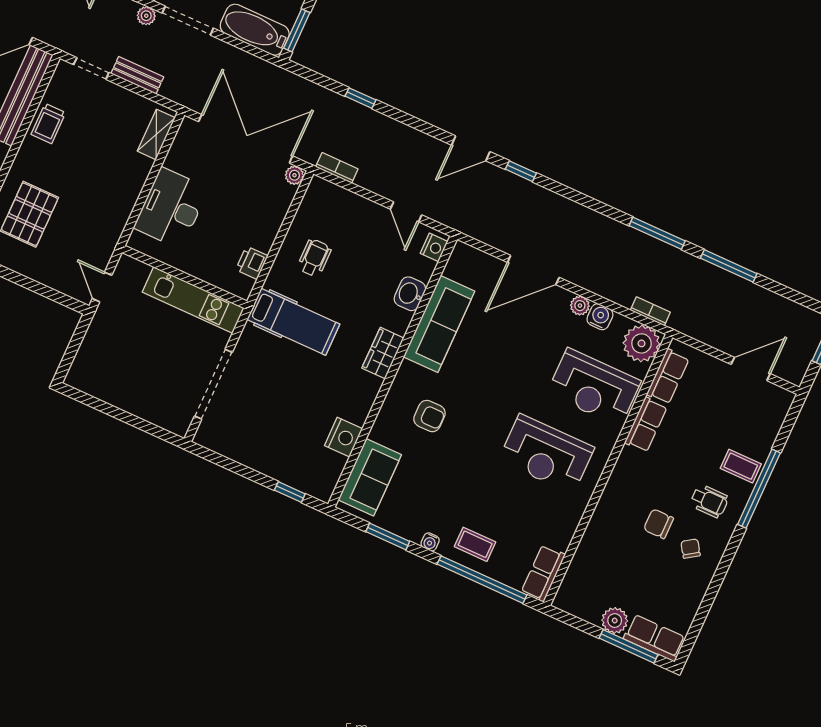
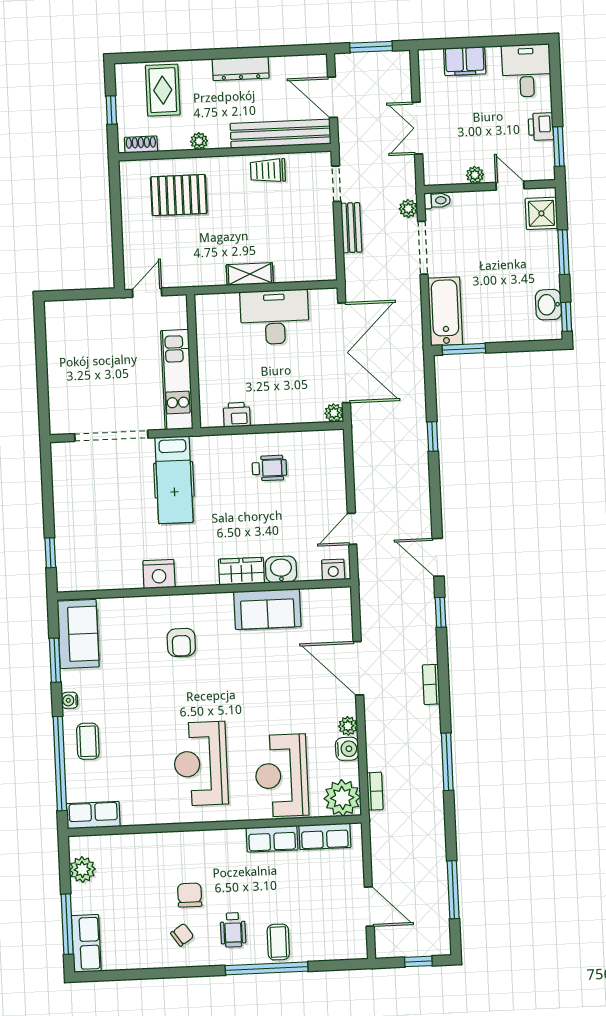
shelving: (156, 134) -> (250, 274), moved
bookcase: (337, 168) -> (431, 684), moved, turned 180
desk: (171, 208) -> (275, 317), moved
window: (729, 266) -> (453, 890), moved
hospital bed: (293, 322) -> (174, 480), moved
sofa: (439, 324) -> (267, 609), width x0.73
wardrobe: (383, 353) -> (241, 571), moved
nightstand: (344, 437) -> (159, 574), moved
sofa: (370, 477) -> (78, 634), moved, turned -90
plant: (615, 620) -> (82, 869), moved

